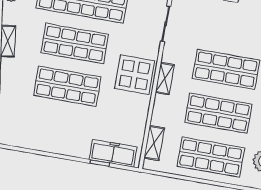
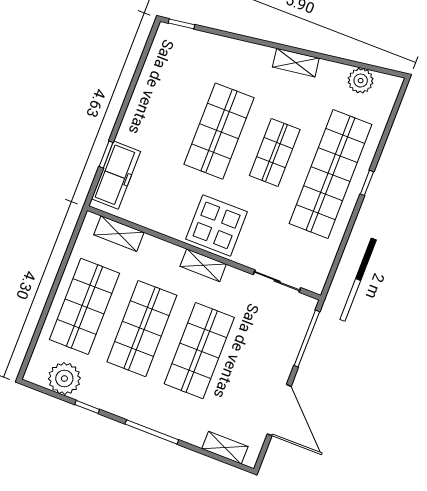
shop shelf: (75, 44) -> (275, 153), width x0.70, depth x0.74

